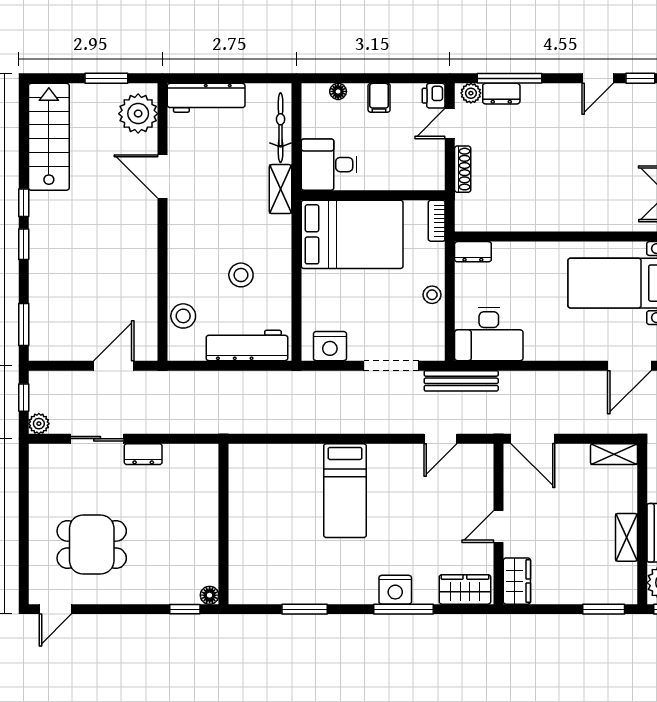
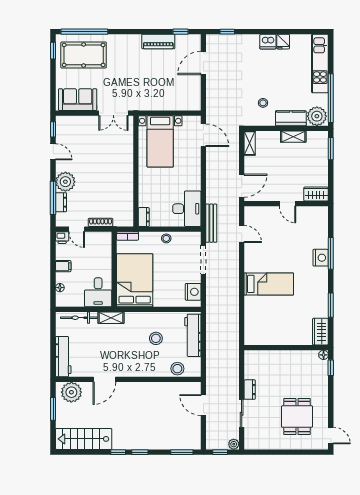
plant: (471, 93) -> (65, 182), moved, width x1.87, depth x1.87
wardrobe: (465, 589) -> (320, 332), moved

